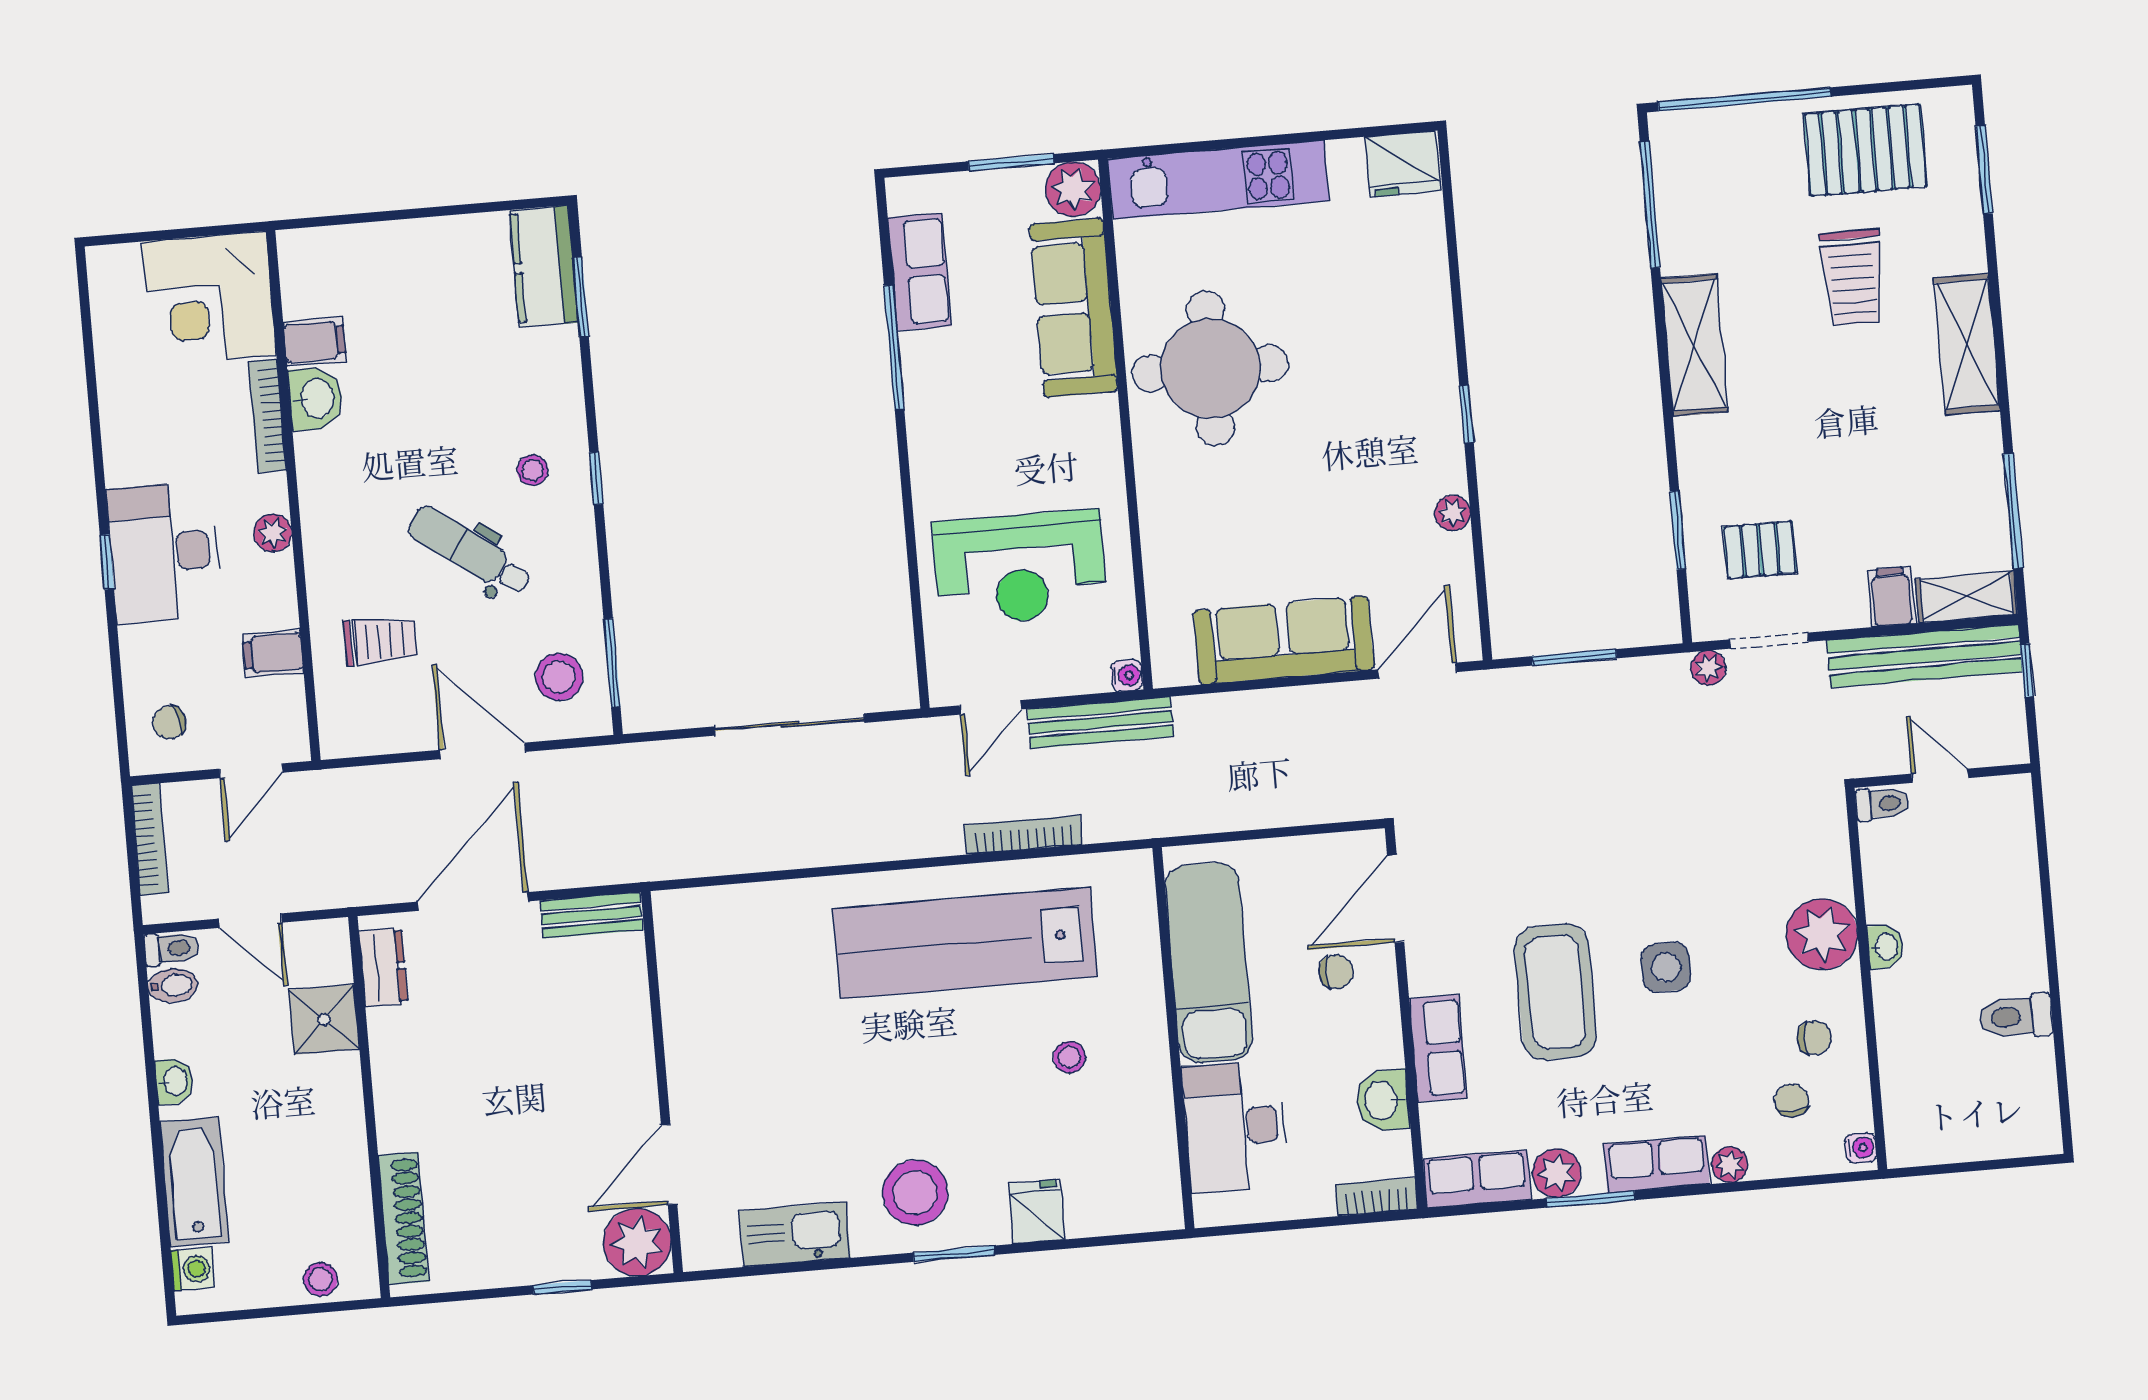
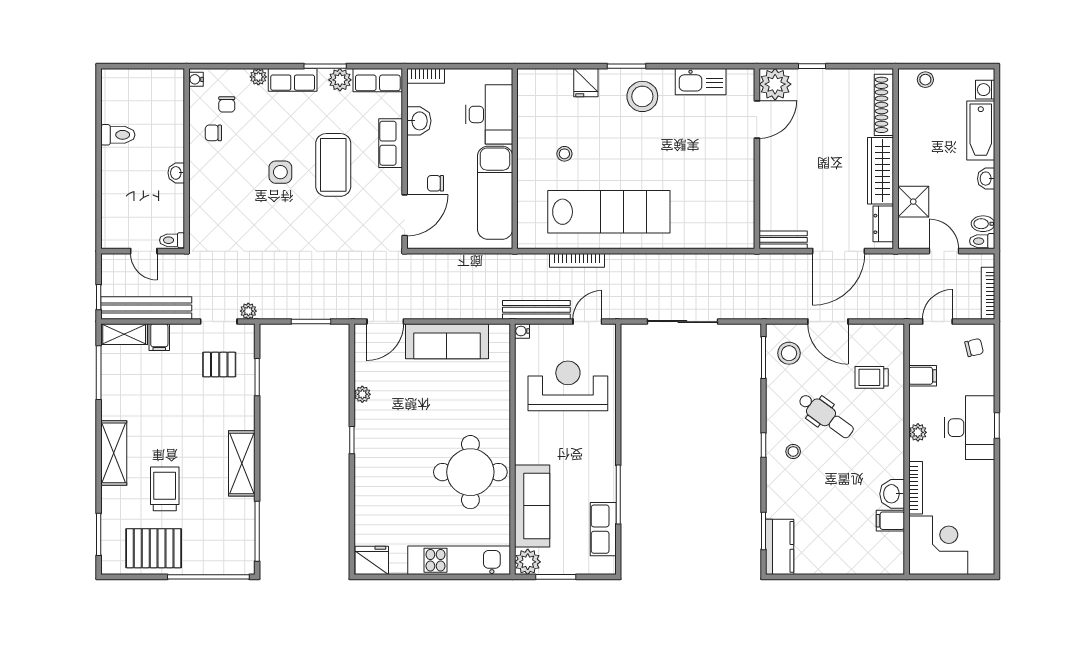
plant: (1822, 934) -> (206, 181), removed
wardrobe: (399, 1079) -> (881, 171), added

